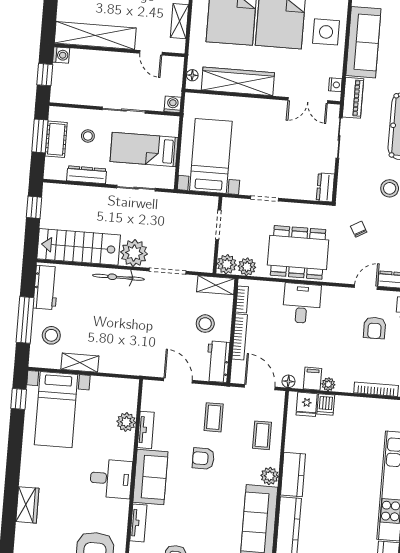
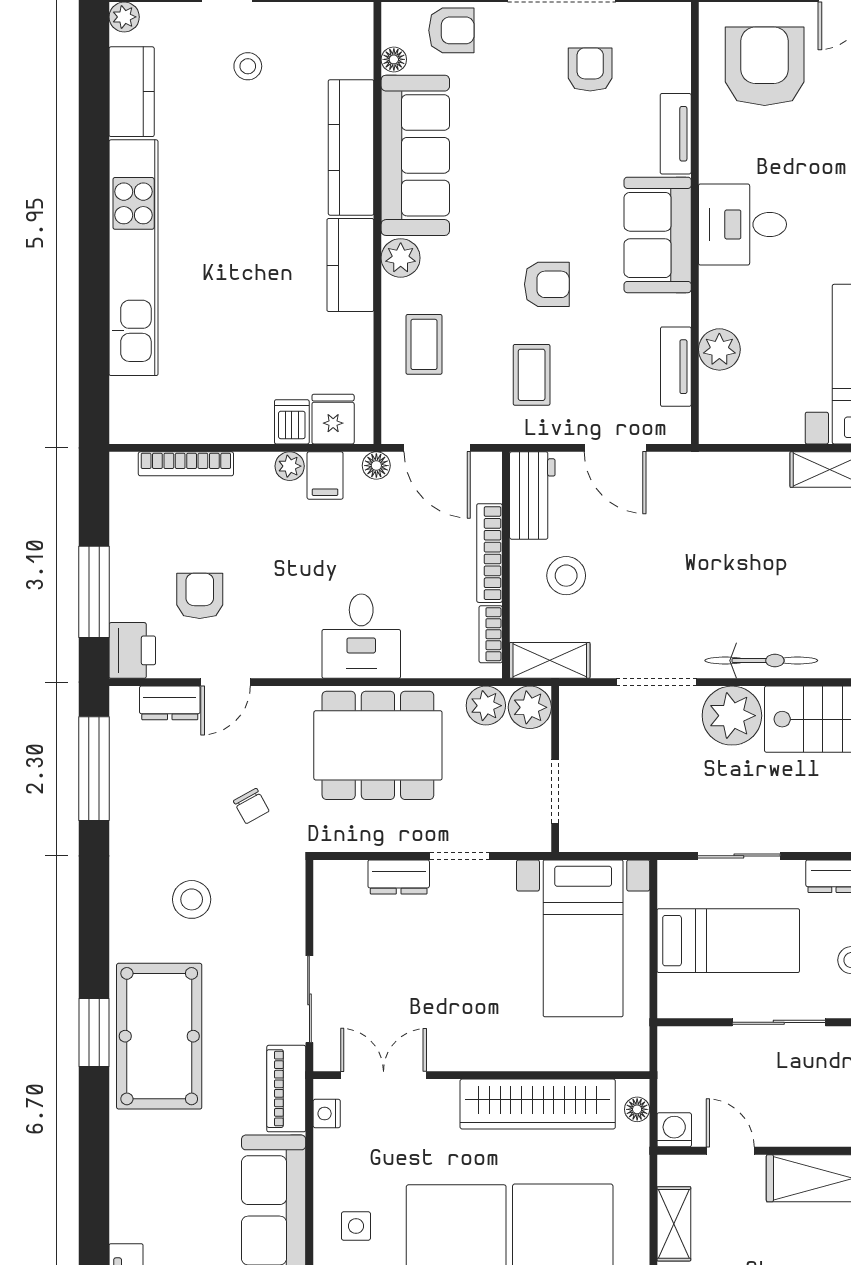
side table: (326, 32) -> (356, 1226), width x0.54, depth x0.54
washing machine: (173, 104) -> (674, 1130), moved, turned 180
dresser: (325, 187) -> (399, 877), moved, turned 90
tv unit: (146, 430) -> (676, 367), moved

